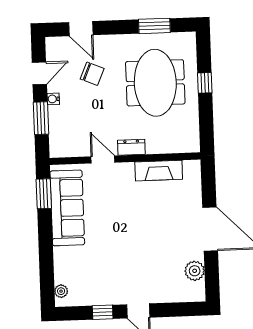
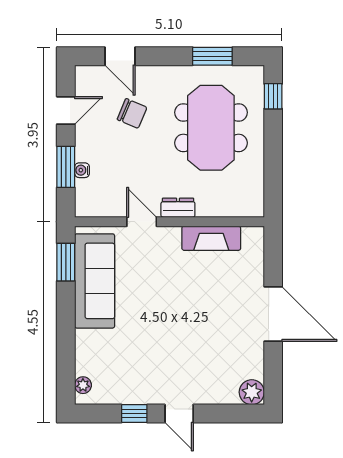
window: (205, 83) -> (273, 96), moved
water cooler: (53, 99) -> (82, 170), moved
plant: (195, 271) -> (252, 392), moved

